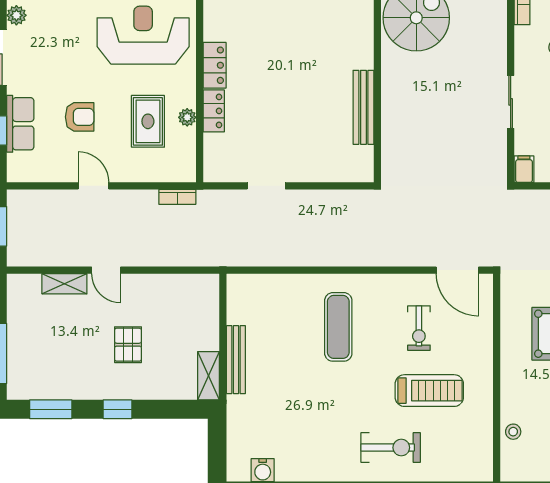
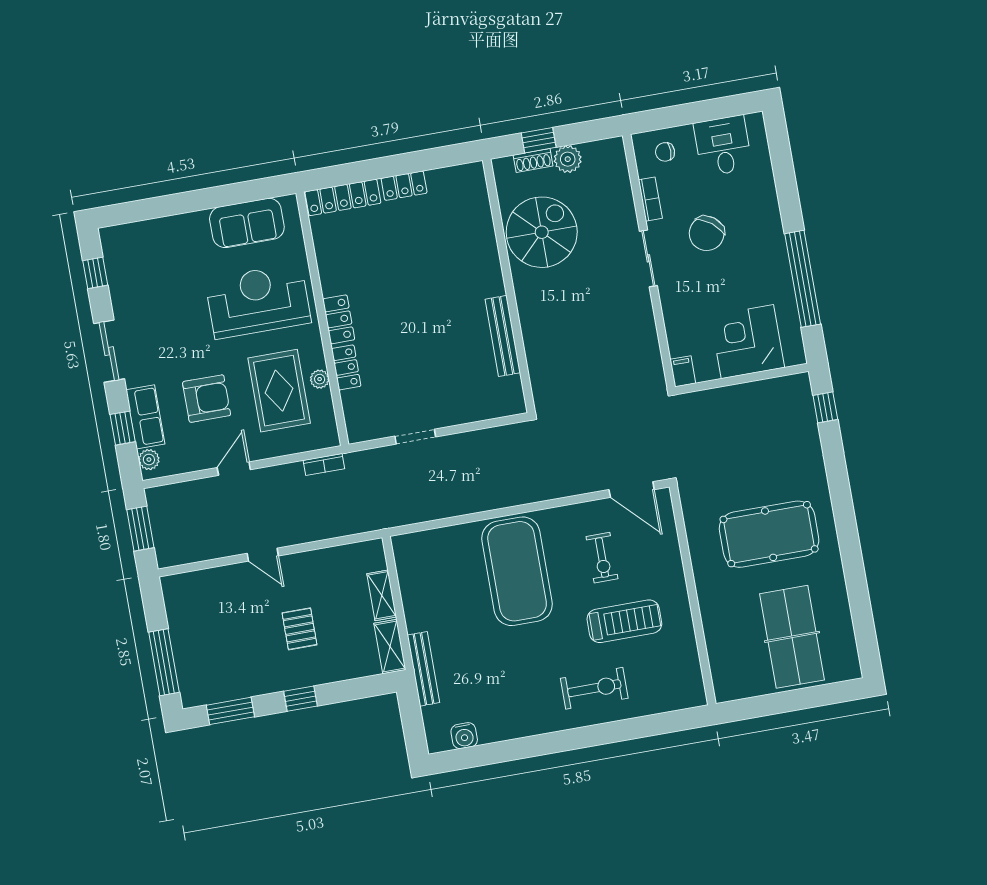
plant: (16, 15) -> (149, 460), moved
sliding door: (511, 102) -> (648, 258), moved
armchair: (80, 117) -> (207, 399), width x1.38, depth x1.38
rug: (148, 121) -> (279, 391), width x1.36, depth x1.43
door: (93, 186) -> (234, 469), hinge flipped
shelving: (64, 284) -> (382, 595), moved, turned 90
exercise mat: (338, 327) -> (517, 571), width x2.00, depth x1.45
bench: (236, 360) -> (423, 669), moved
stool: (513, 432) -> (720, 649), removed

